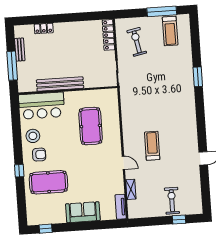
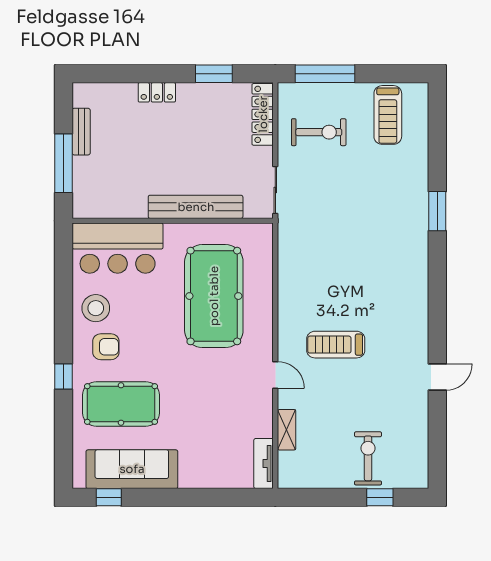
window: (162, 11) -> (325, 74), moved
window: (83, 17) -> (214, 74), added
locker: (44, 28) -> (157, 92), moved
exercise bike: (137, 42) -> (319, 132), turned 101
bench: (60, 84) -> (196, 207), moved
pool table: (91, 126) -> (214, 296), width x1.36, depth x1.32
treadmill: (152, 146) -> (336, 345), turned -90
sofa: (83, 212) -> (132, 469), moved, width x1.36

